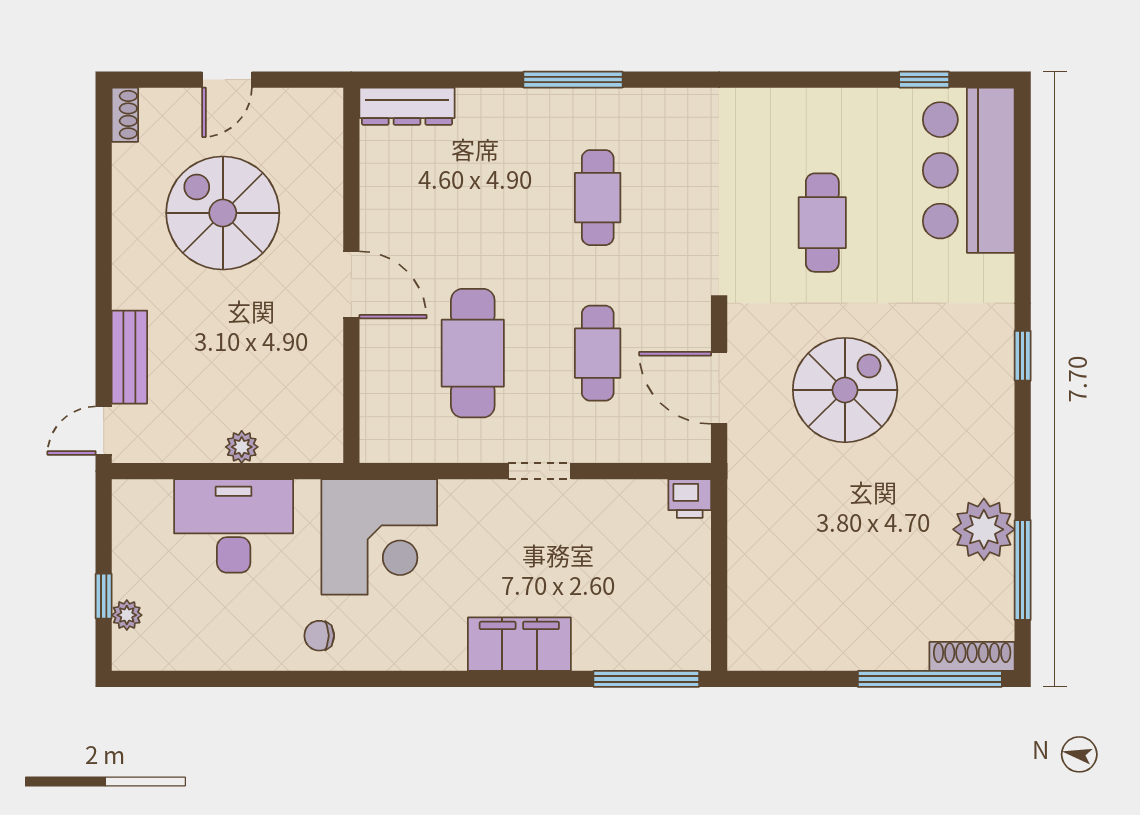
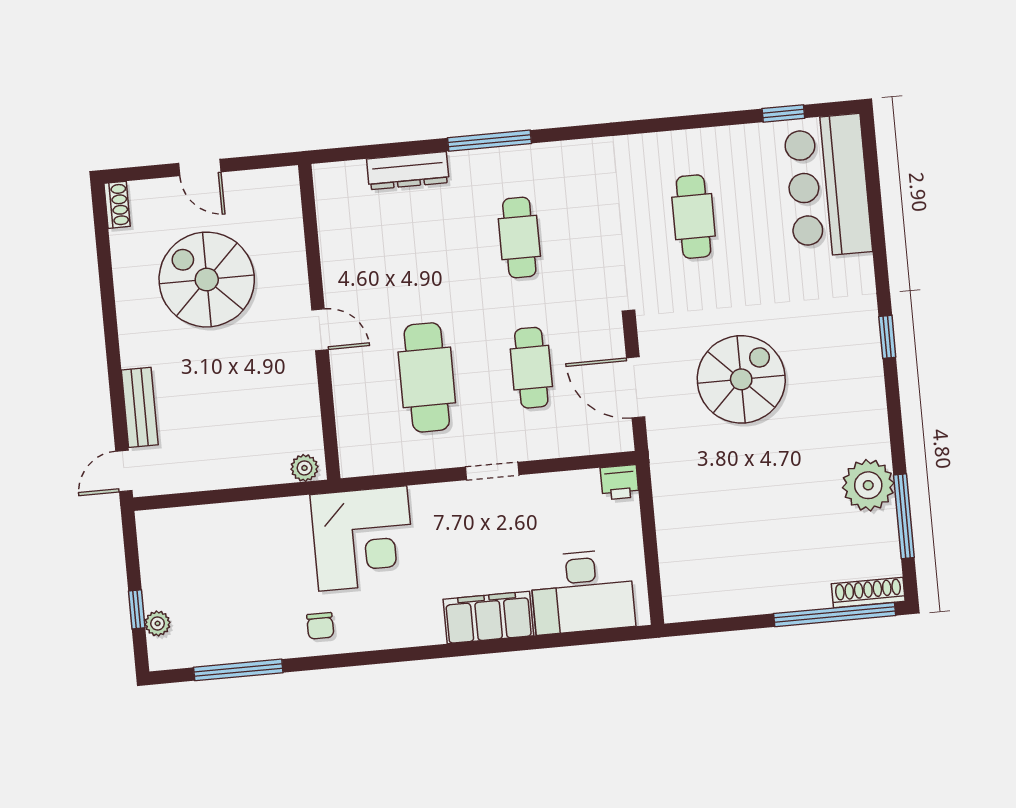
door: (227, 80) -> (200, 168), hinge flipped
dresser: (407, 106) -> (408, 171), moved
cafe table: (822, 223) -> (694, 217), moved
door: (351, 285) -> (320, 330), width x0.73
plant: (242, 447) -> (304, 468), moved
desk: (234, 526) -> (582, 592), moved, turned 180
chair: (319, 636) -> (320, 626), turned -90
window: (646, 679) -> (238, 670), moved

